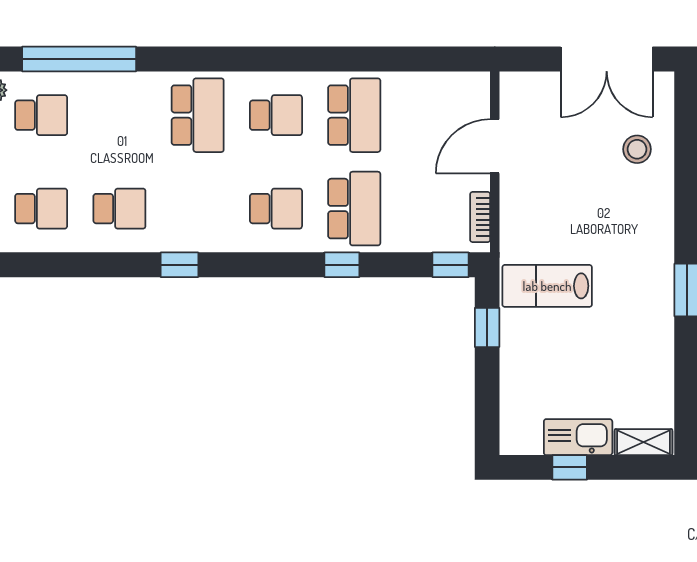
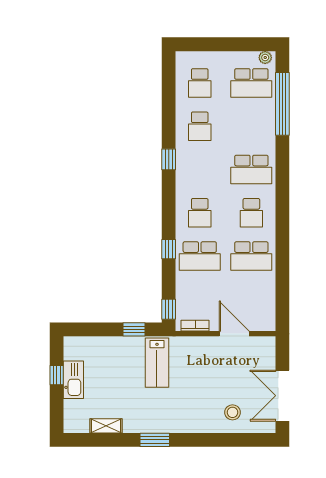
school desk: (41, 115) -> (251, 83), width x1.85
lab bench: (547, 286) -> (157, 363), turned 180
shelving: (644, 442) -> (106, 426), moved, turned 90

